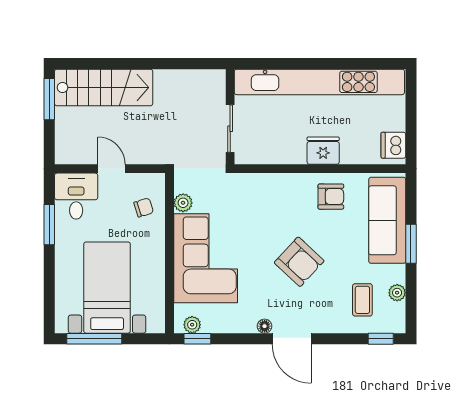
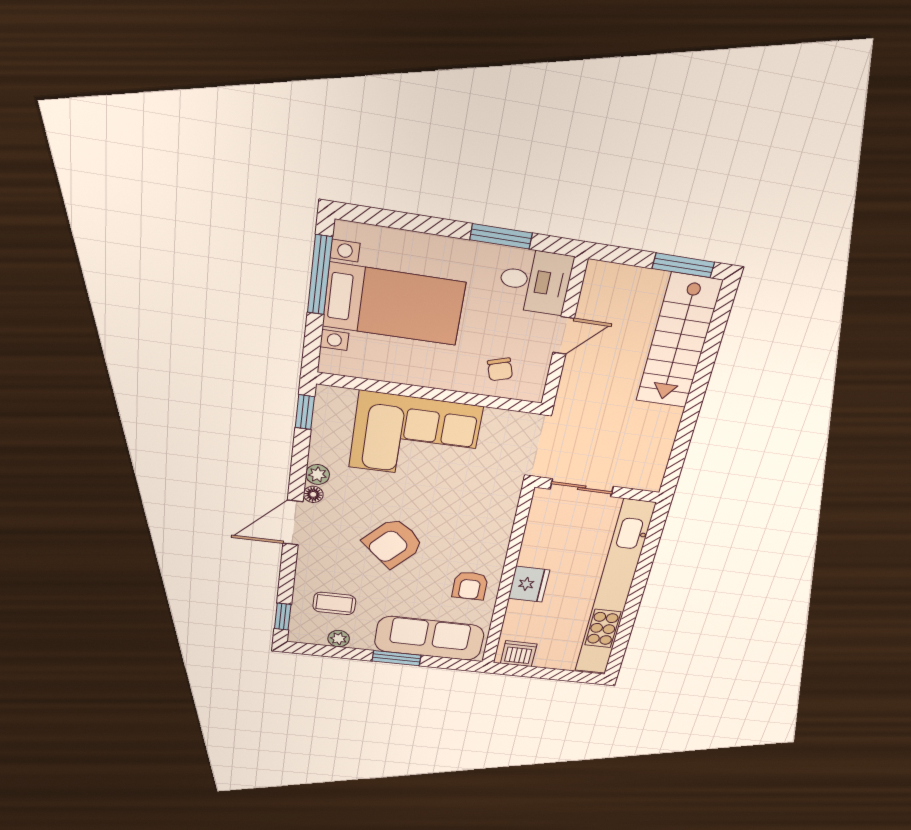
plant: (183, 203) -> (496, 420), removed
plant: (192, 325) -> (318, 475), moved

